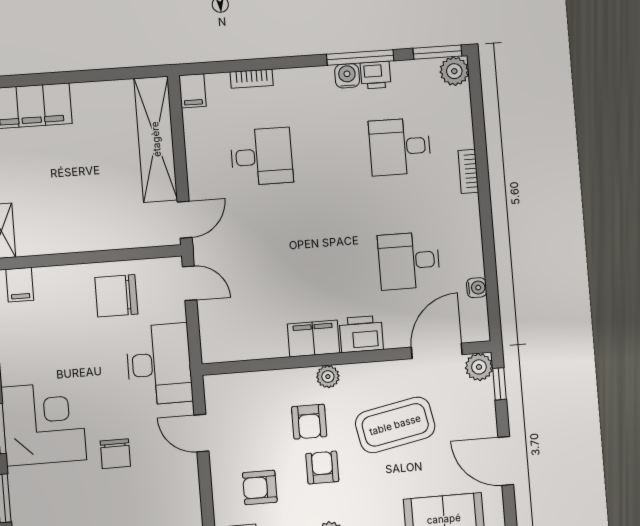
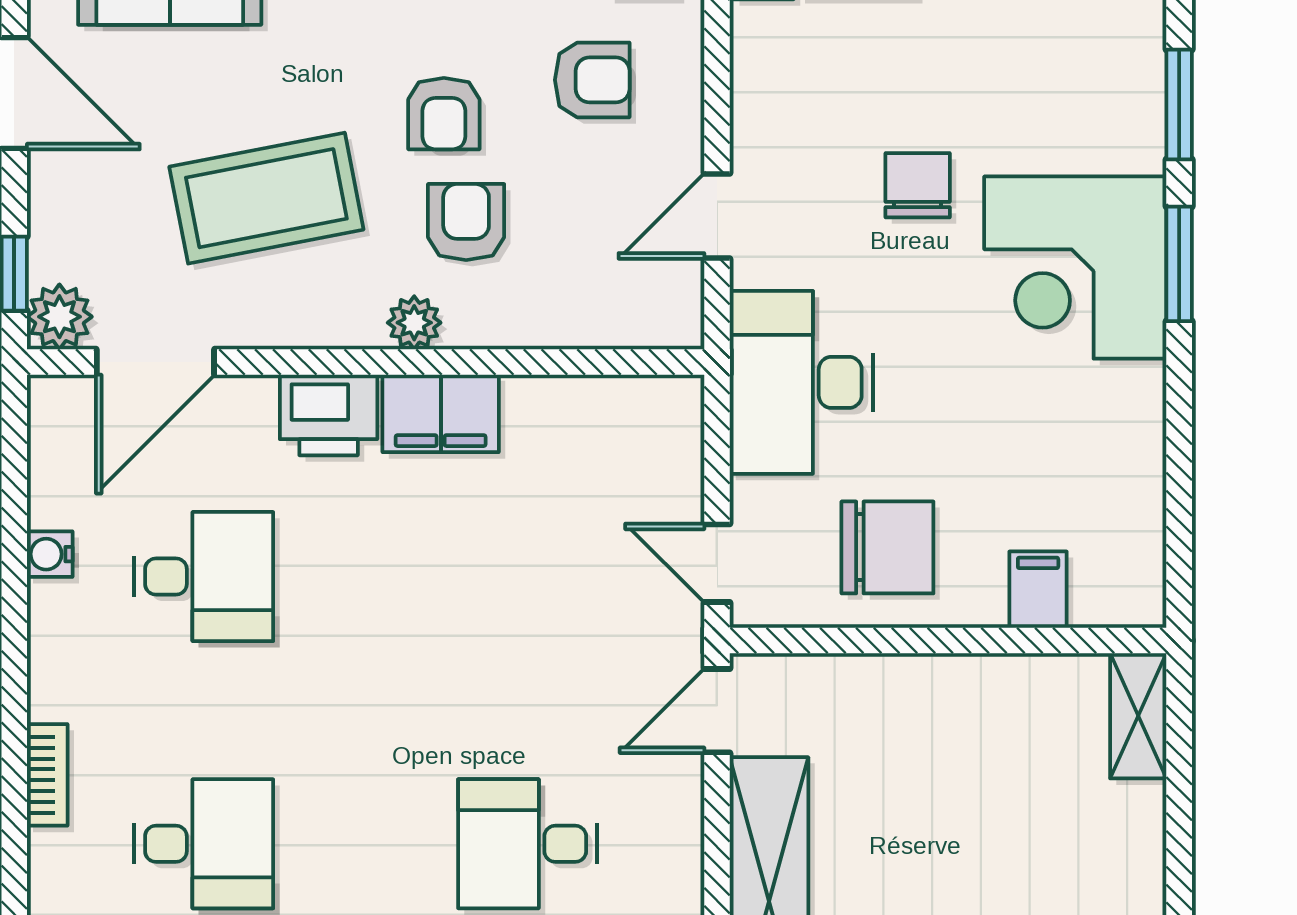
filing cabinet: (20, 285) -> (1038, 590), moved
water cooler: (477, 288) -> (50, 554), moved
door: (201, 433) -> (717, 216), swing flipped

